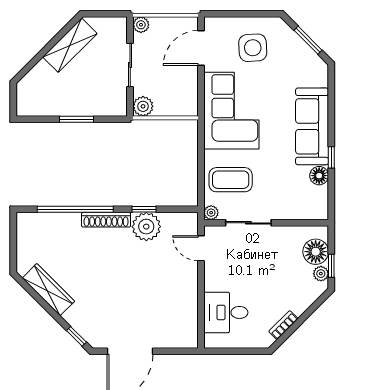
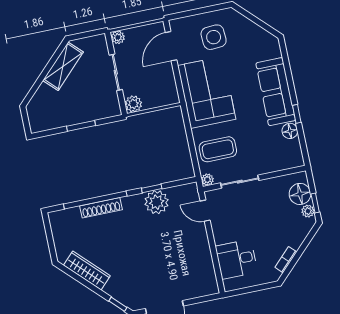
window: (308, 40) -> (258, 22), removed
shoe rack: (106, 220) -> (101, 208), moved

